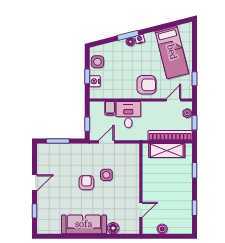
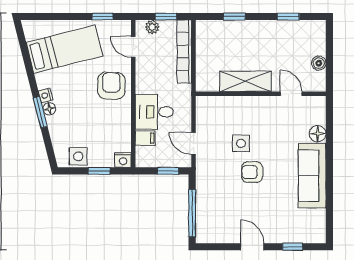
nightstand: (95, 81) -> (123, 160), moved
window: (58, 141) -> (192, 213), width x1.44
shelving: (167, 150) -> (245, 81), moved, turned 90

